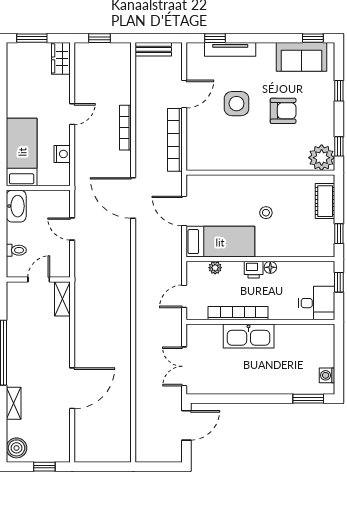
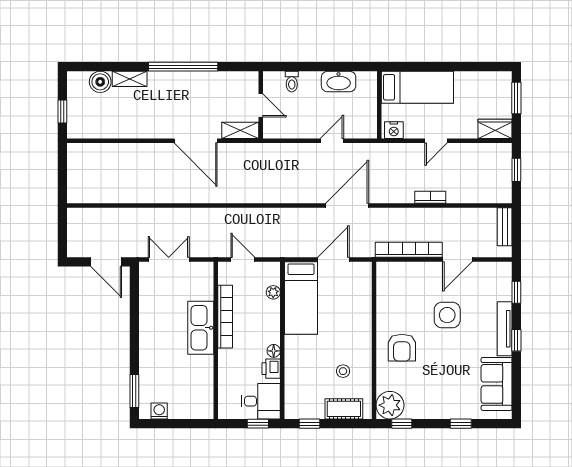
window: (313, 38) -> (516, 340), moved
tv unit: (230, 49) -> (505, 329), moved
door: (184, 94) -> (457, 259), hinge flipped
armchair: (283, 111) -> (402, 348), moved
door: (72, 114) -> (436, 141), hinge flipped
bookcase: (125, 128) -> (430, 197), width x0.64
bed: (22, 152) -> (417, 87), moved
wall: (38, 188) -> (379, 105), moved
stool: (266, 213) -> (343, 371), moved
door: (72, 229) -> (332, 141), moved
printer: (254, 270) -> (271, 369), moved
desk: (316, 303) -> (261, 401), moved, turned -90
door: (72, 388) -> (196, 141), moved
boiler: (17, 448) -> (100, 82), moved

